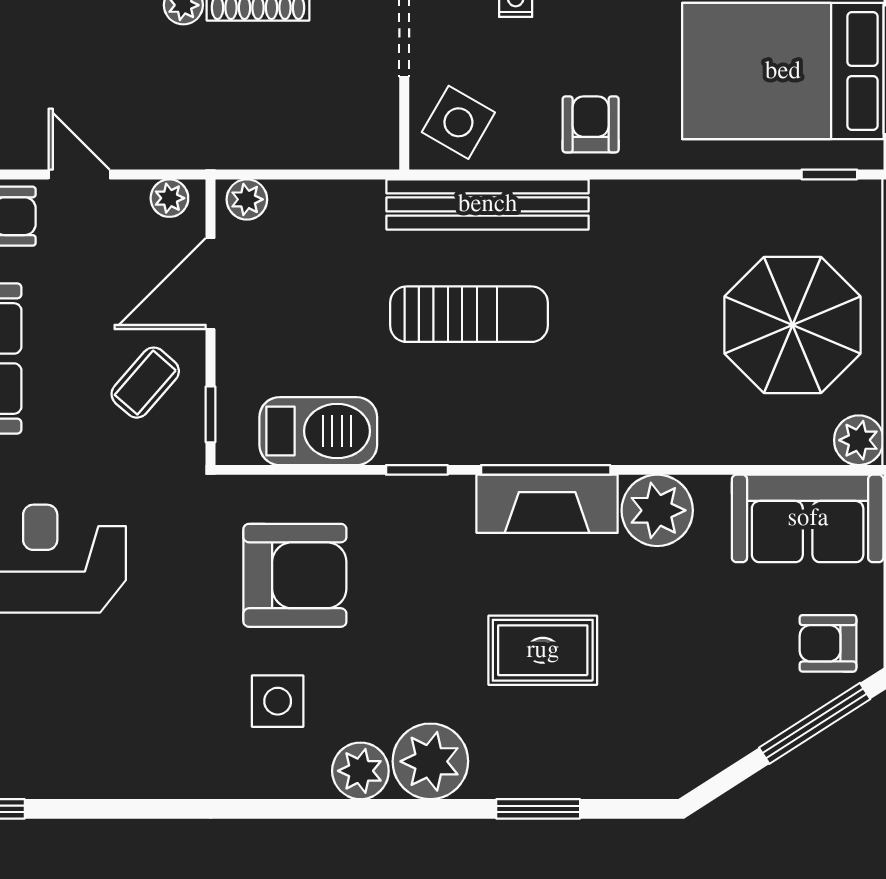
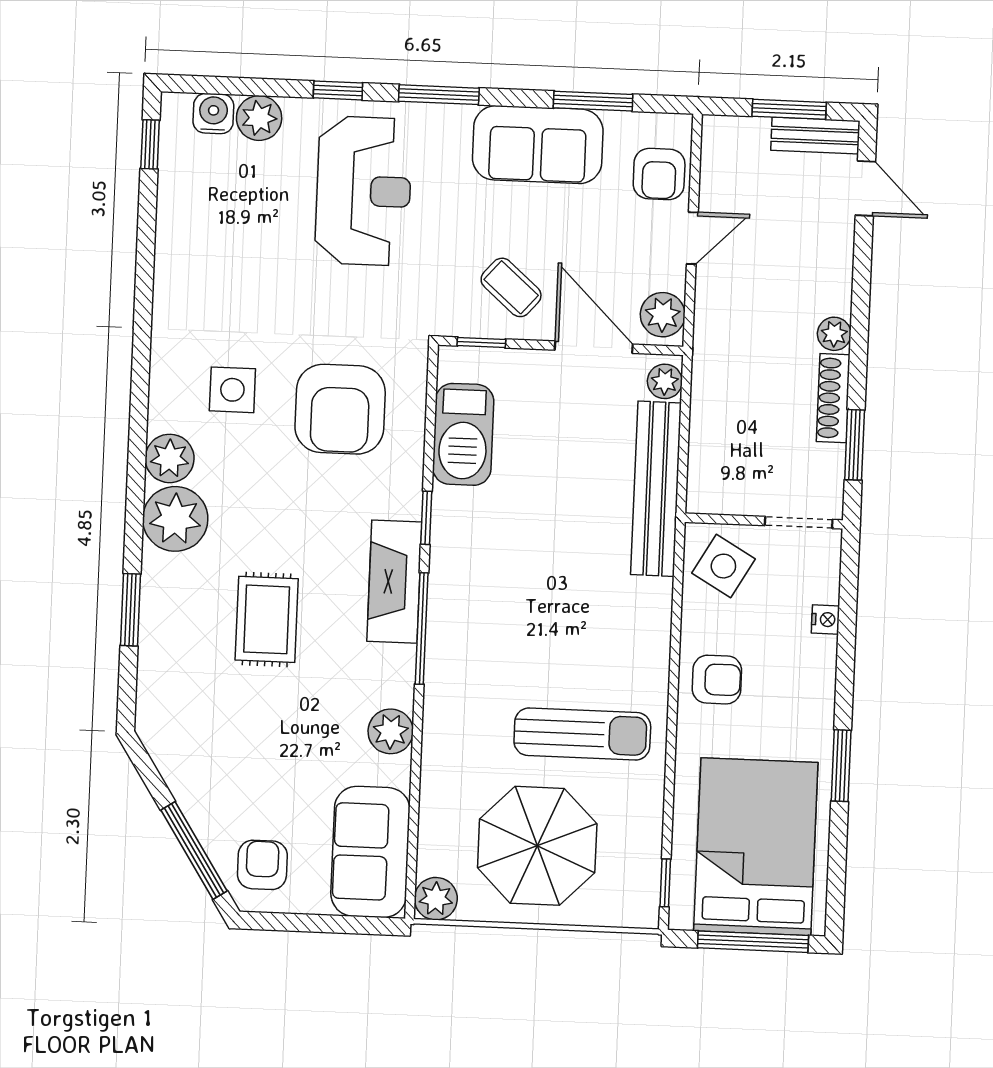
plant: (169, 198) -> (663, 315), width x1.38, depth x1.38
bench: (488, 204) -> (656, 489), moved
sun lounger: (469, 314) -> (582, 734), moved, turned -90
fireplace: (547, 504) -> (394, 582), moved
plant: (657, 510) -> (391, 731), width x0.73, depth x0.73

